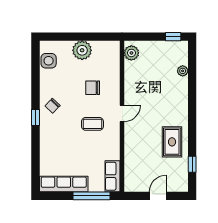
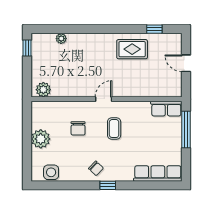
door: (122, 113) -> (104, 99), hinge flipped
row of seats: (64, 184) -> (158, 173), moved, turned 90

